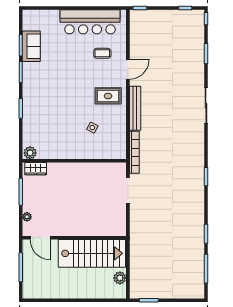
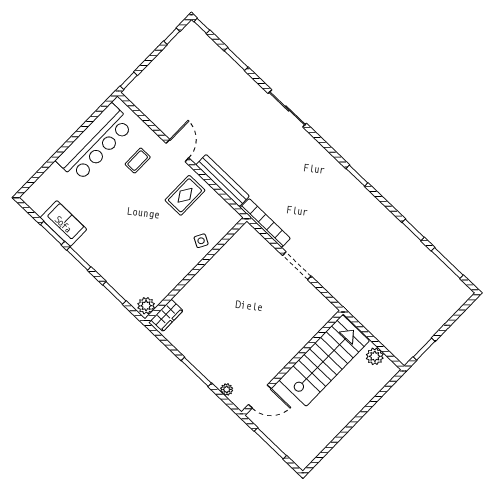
plant: (30, 153) -> (146, 306), moved
wall: (74, 161) -> (196, 270), moved
wardrobe: (36, 169) -> (167, 315), moved

